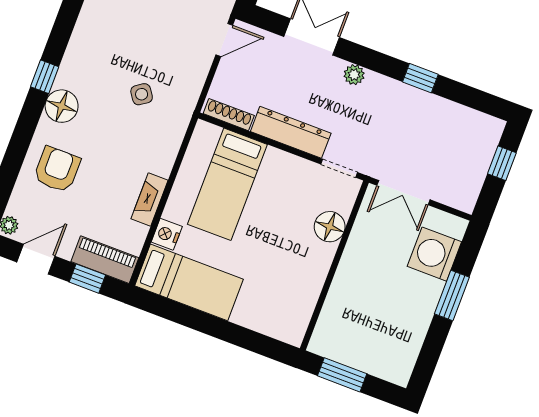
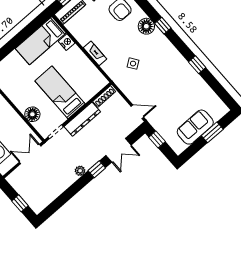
door: (224, 40) -> (137, 112), swing flipped
plant: (354, 75) -> (80, 171), moved
window: (420, 78) -> (97, 169), moved
bed: (227, 184) -> (60, 92), moved
fireplace: (150, 199) -> (95, 53), moved

